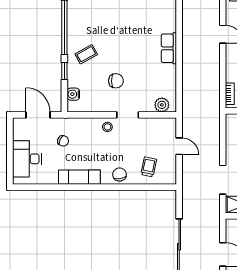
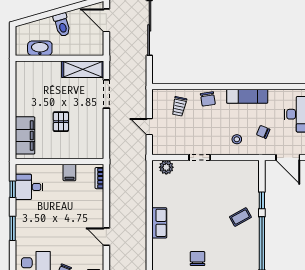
chair: (116, 81) -> (198, 258), moved, turned 90
water cooler: (73, 94) -> (253, 178), removed
stool: (107, 127) -> (237, 139), moved

